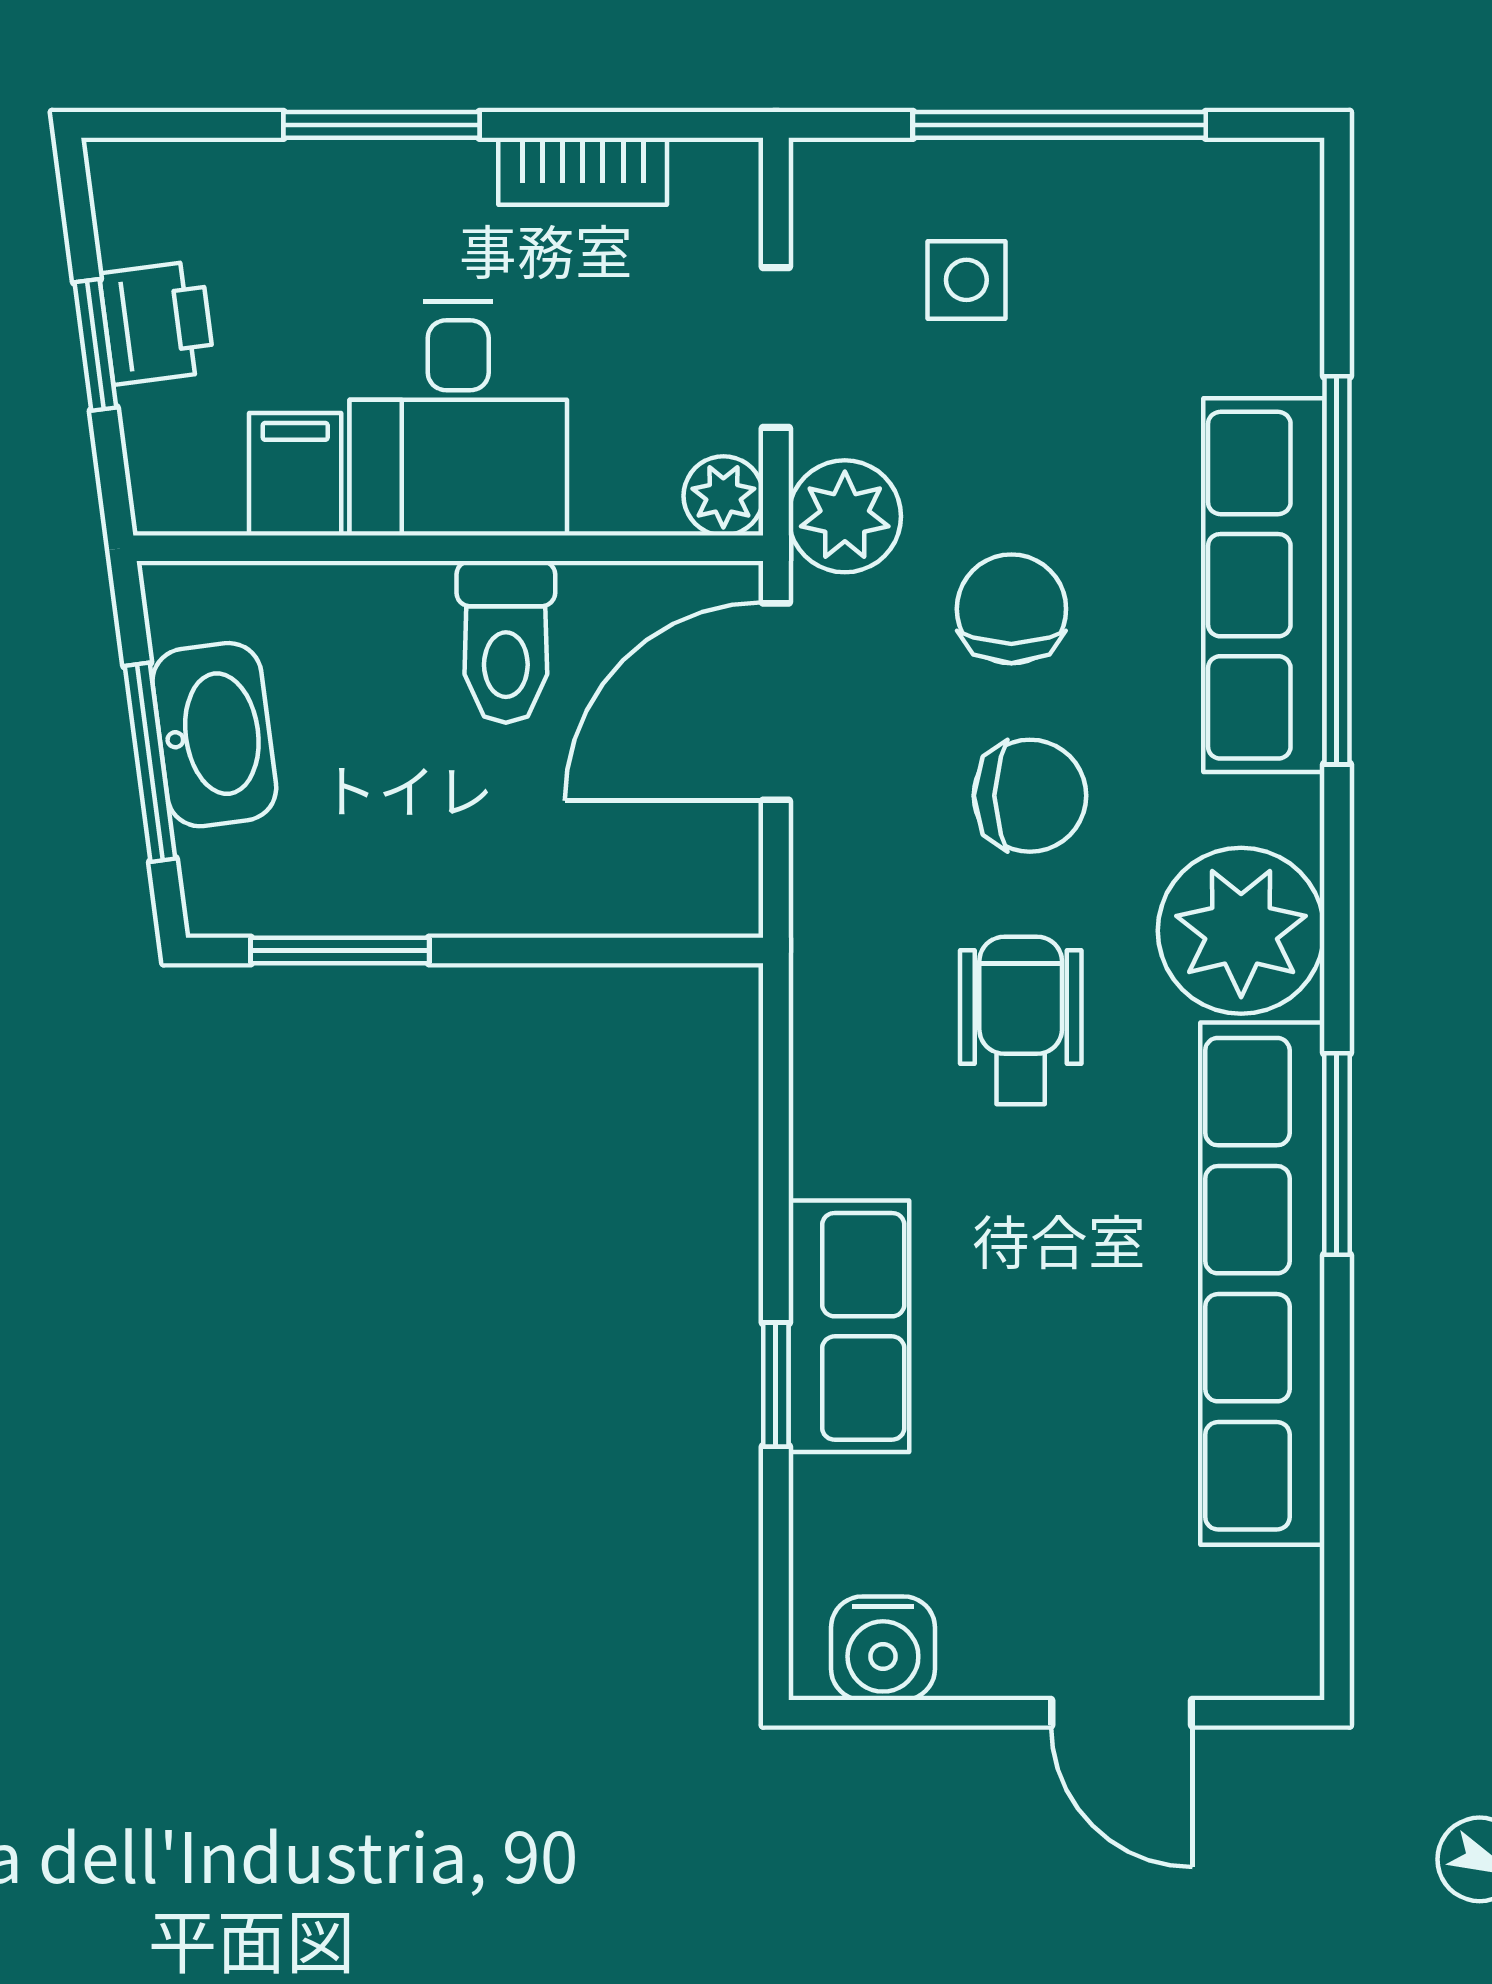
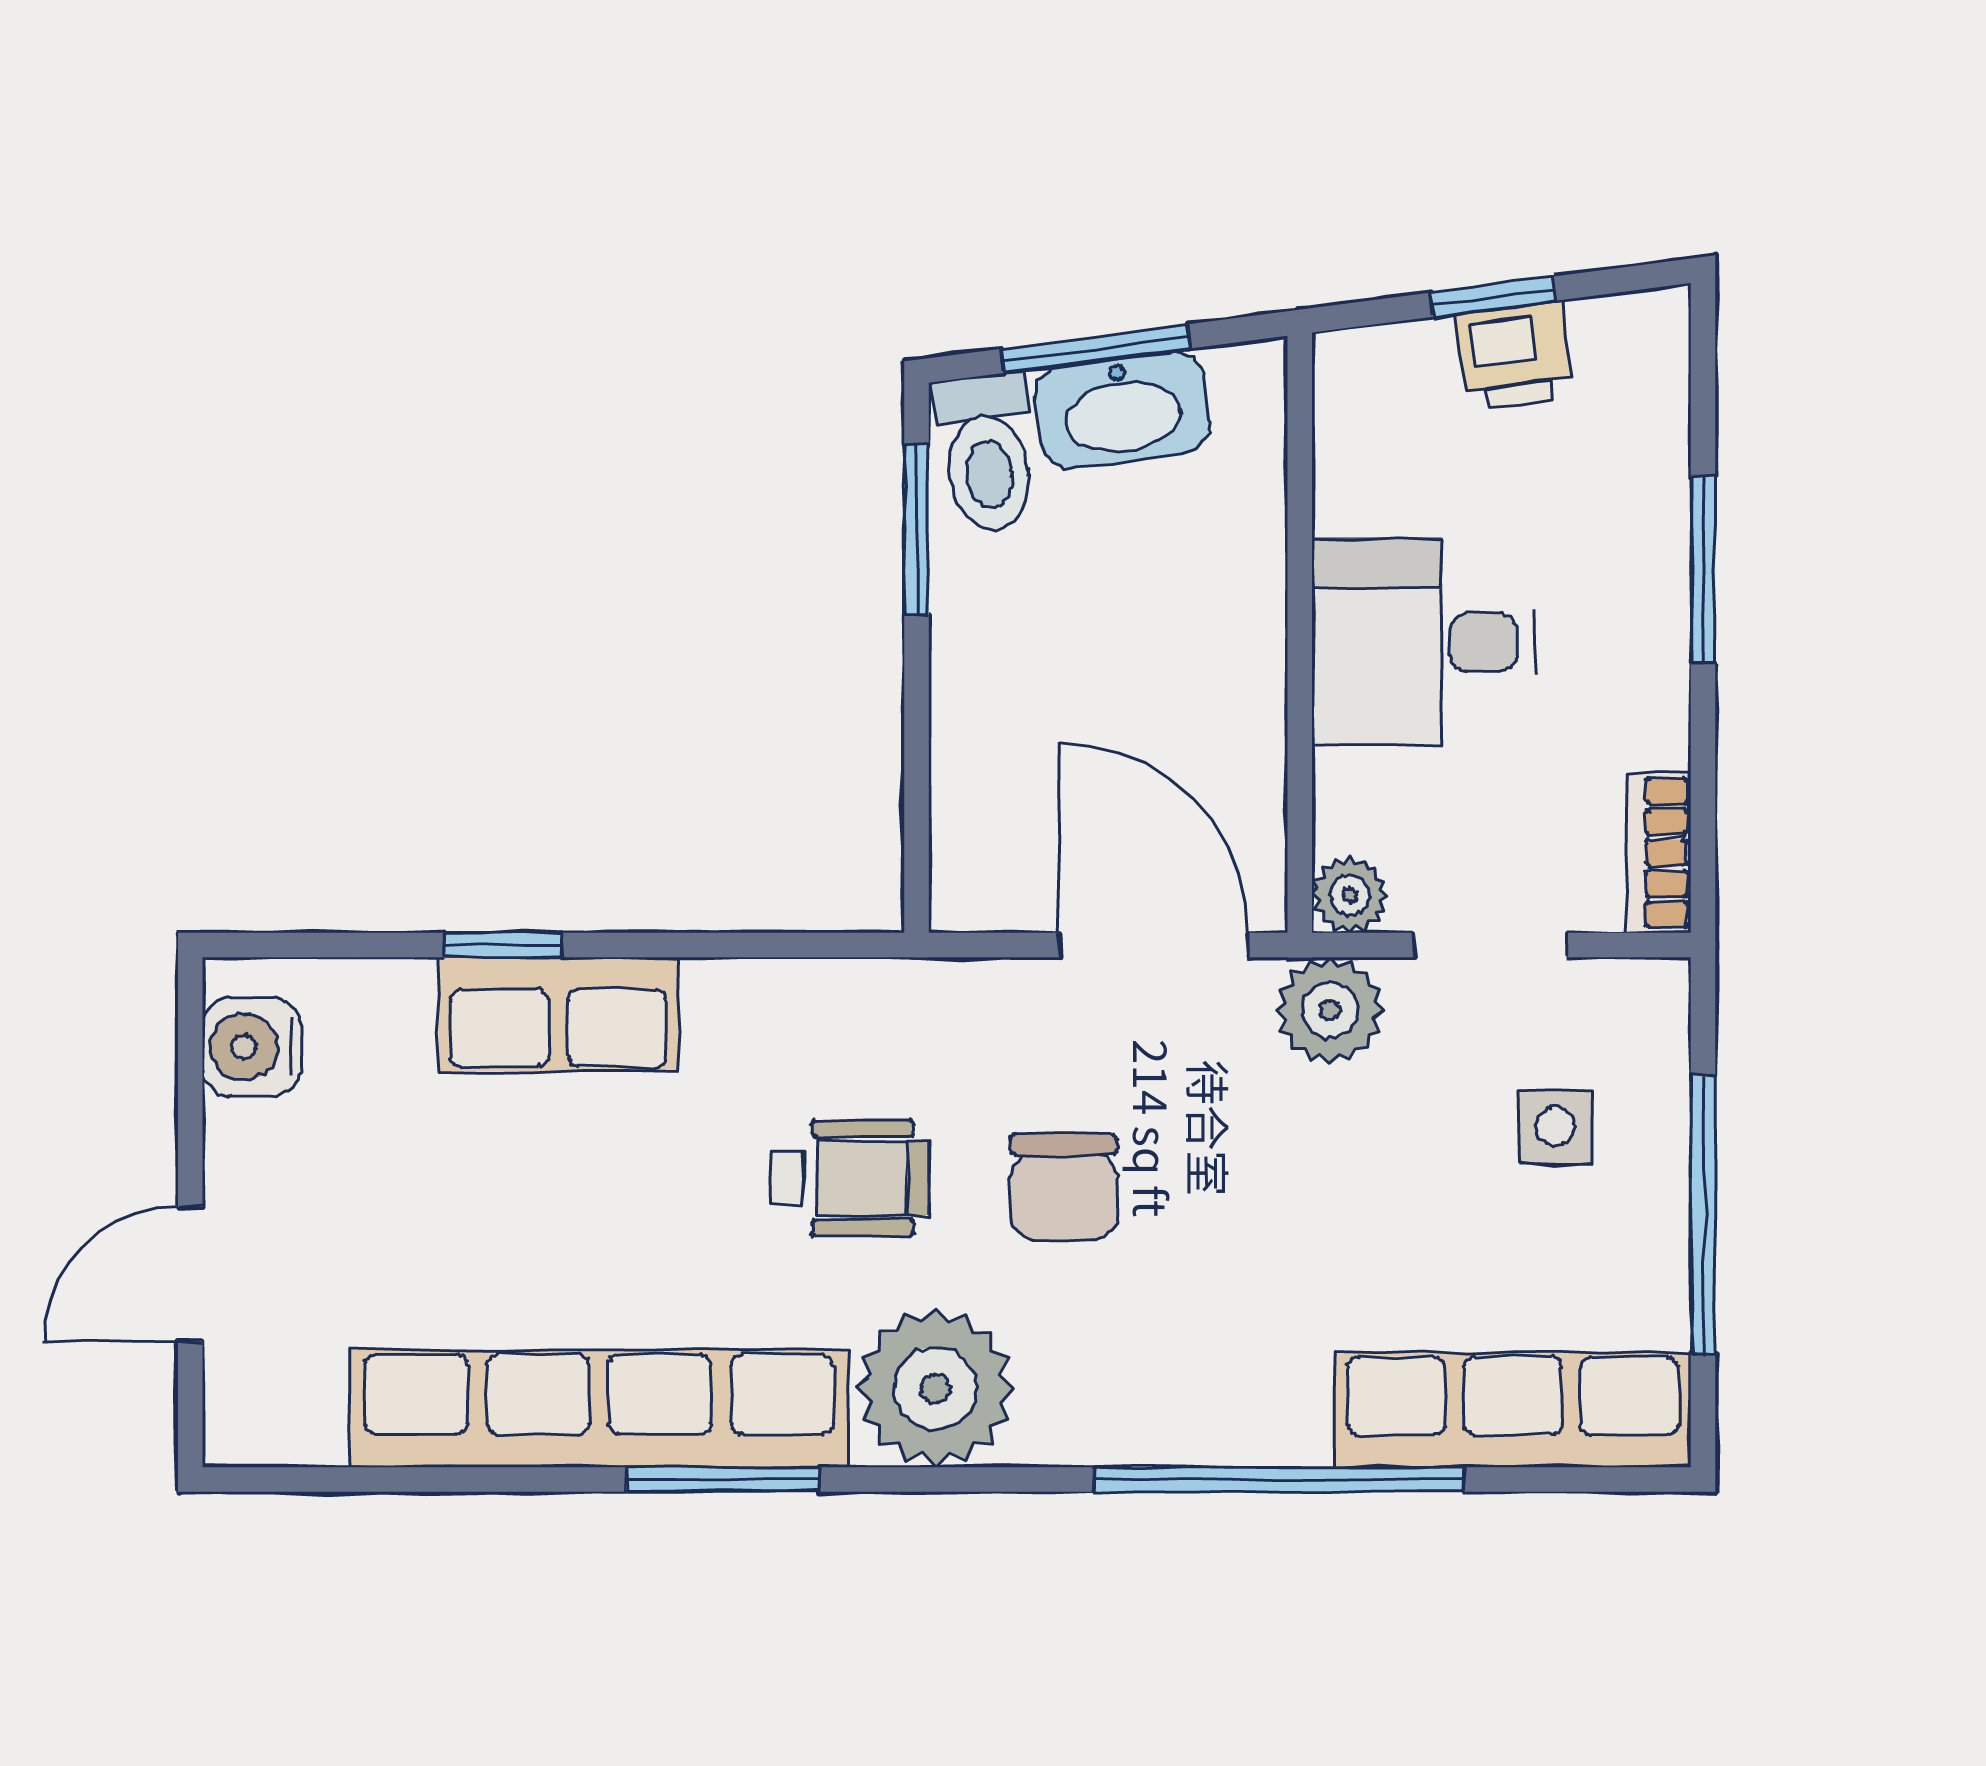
bookcase: (583, 171) -> (1659, 853), moved
filing cabinet: (295, 474) -> (1370, 487), removed
row of seats: (1264, 585) -> (1513, 1410), moved
chair: (1011, 609) -> (1242, 1169), removed
toilet: (506, 642) -> (986, 453), moved, turned -97

